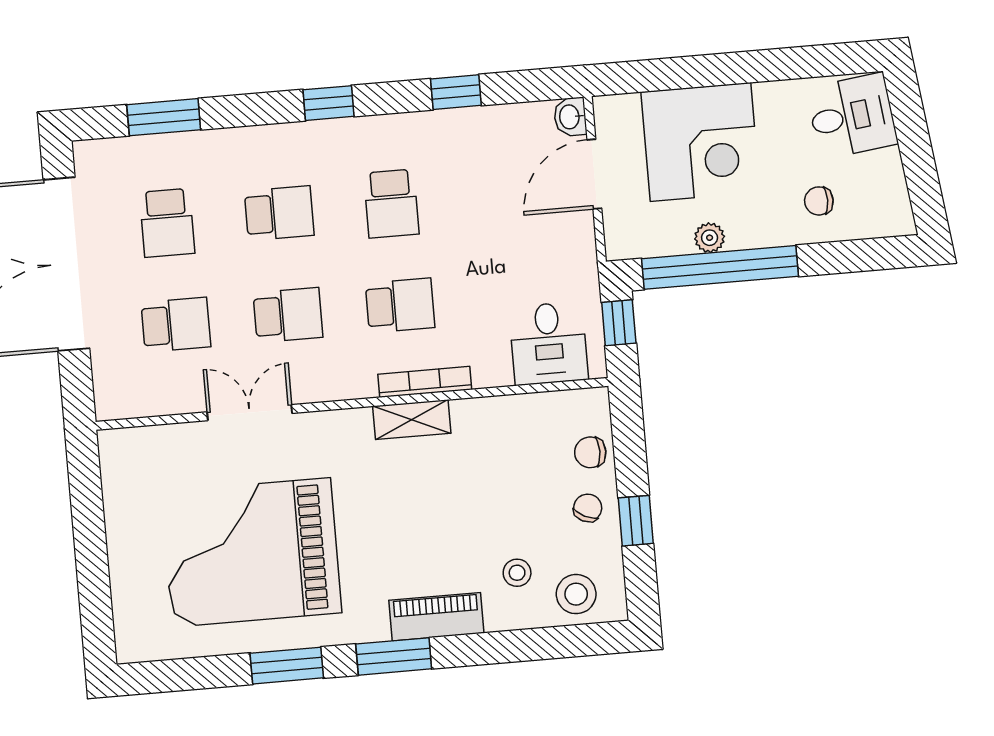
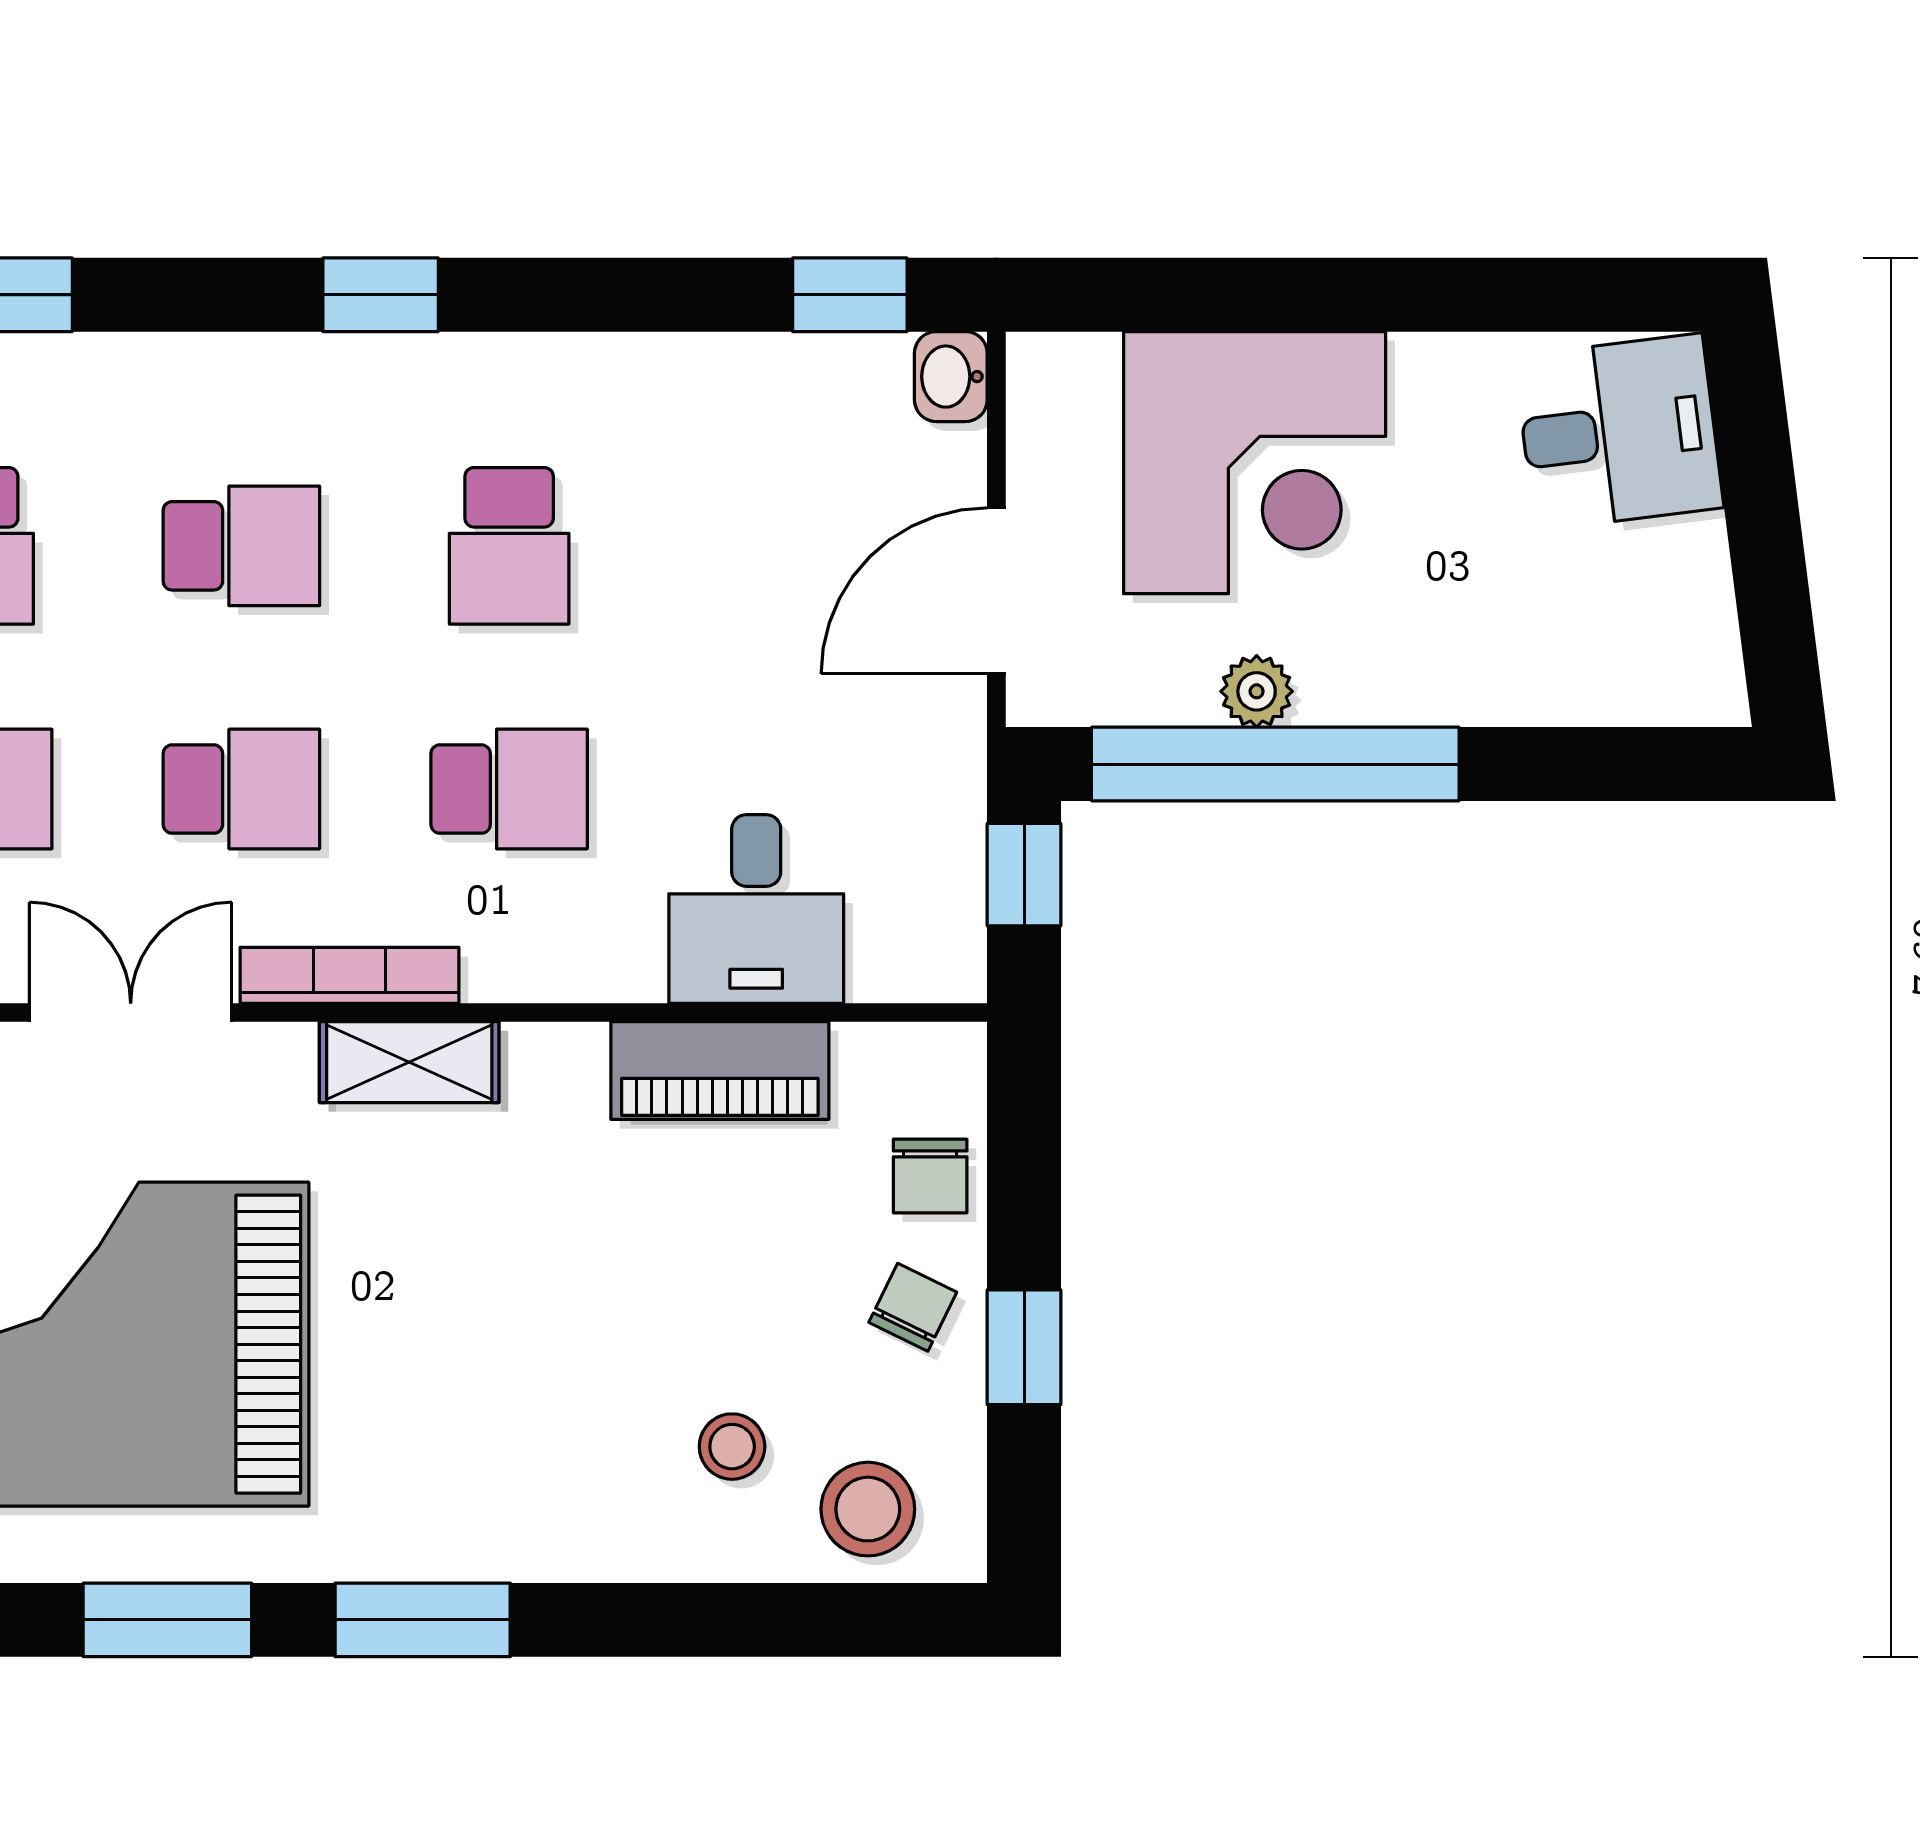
window: (456, 92) -> (850, 295), moved
door: (594, 174) -> (996, 591), moved
chair: (819, 201) -> (1523, 626), removed
desk: (549, 343) -> (756, 909), moved
bookcase: (425, 382) -> (350, 975), moved
shelving: (412, 420) -> (409, 1062), moved
chair: (590, 452) -> (930, 1176), turned -90
piano: (436, 617) -> (720, 1071), moved, turned 180

